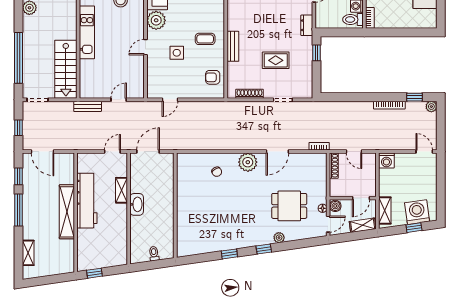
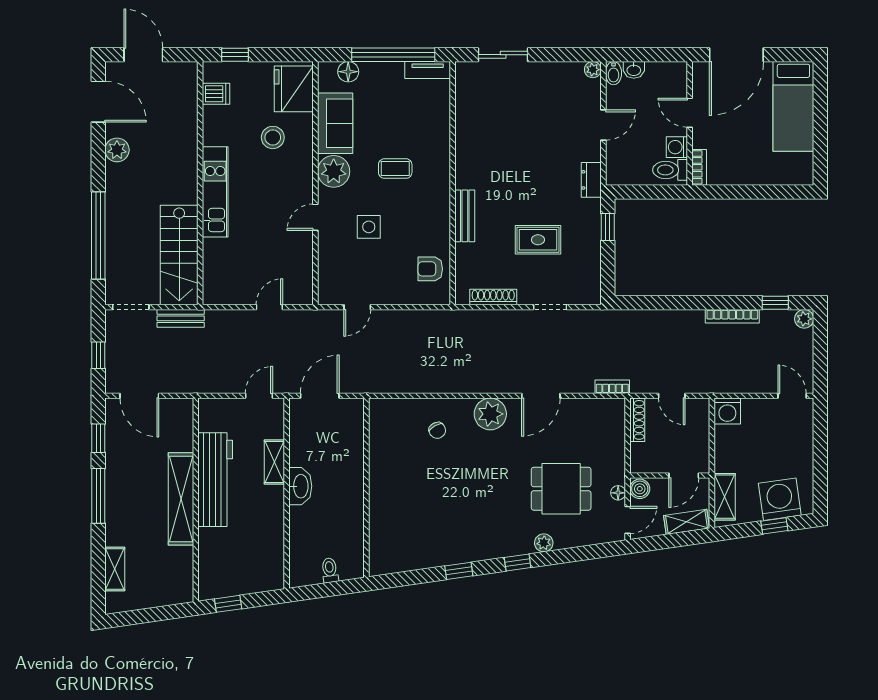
coffee table: (205, 39) -> (395, 169), moved
bench: (88, 106) -> (181, 318), moved

